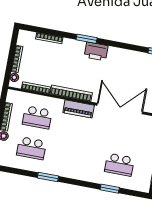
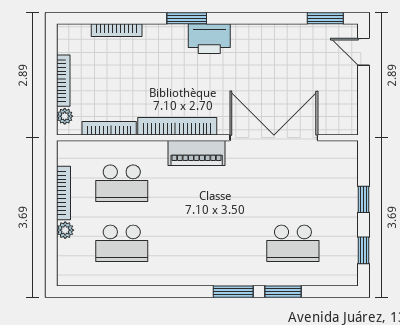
window: (48, 177) -> (233, 292), moved

